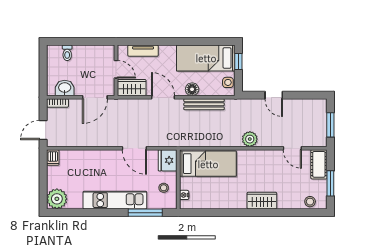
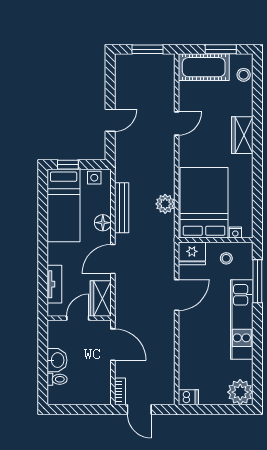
washbasin: (65, 88) -> (57, 360), moved, turned 180
door: (43, 130) -> (139, 409), moved
plant: (250, 139) -> (165, 204), moved
door: (292, 148) -> (177, 123), moved
bed: (208, 164) -> (204, 203), width x1.50
cot: (319, 164) -> (204, 67), width x1.37, depth x1.34

